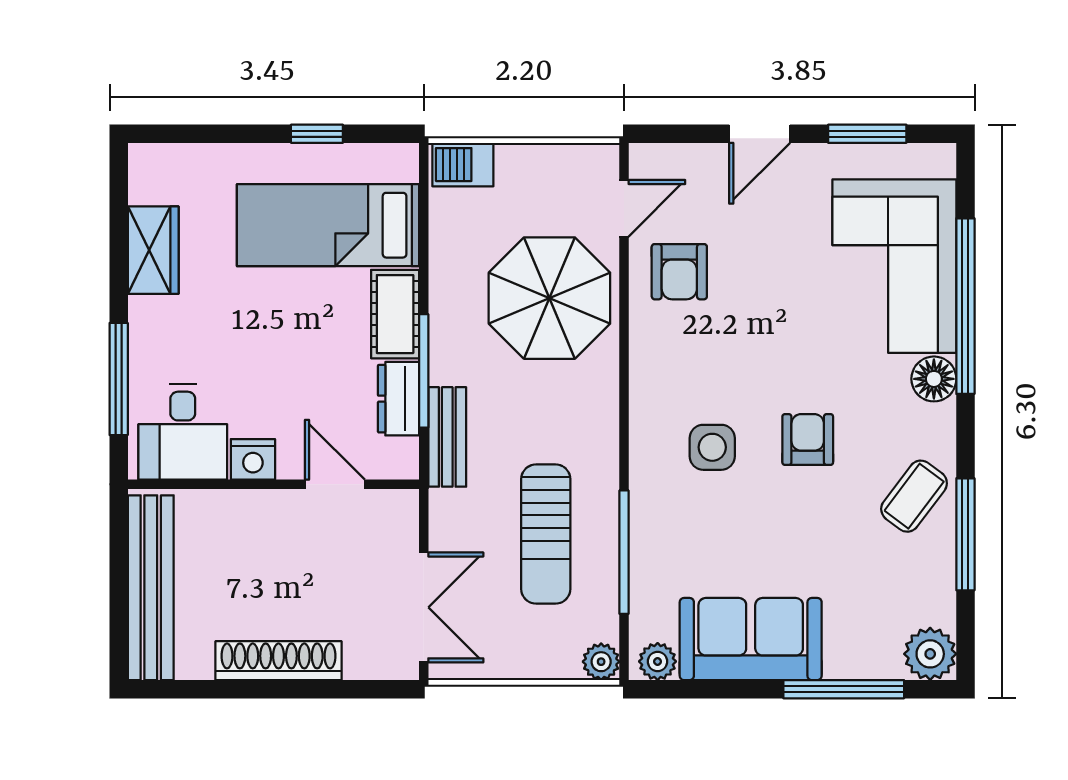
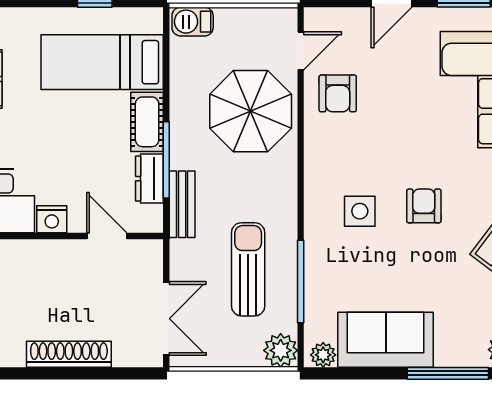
sun lounger: (546, 534) -> (248, 269), turned 180
plant: (601, 662) -> (281, 350), width x1.38, depth x1.38

